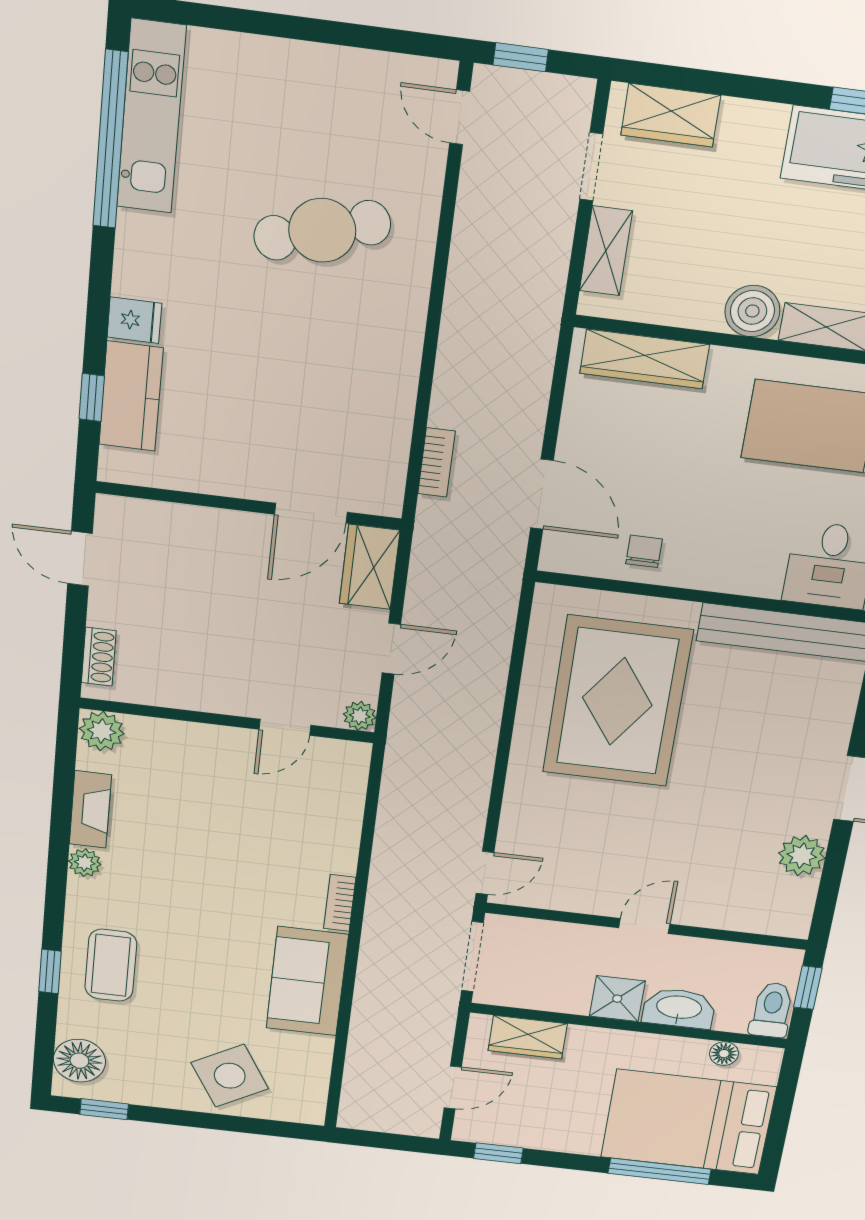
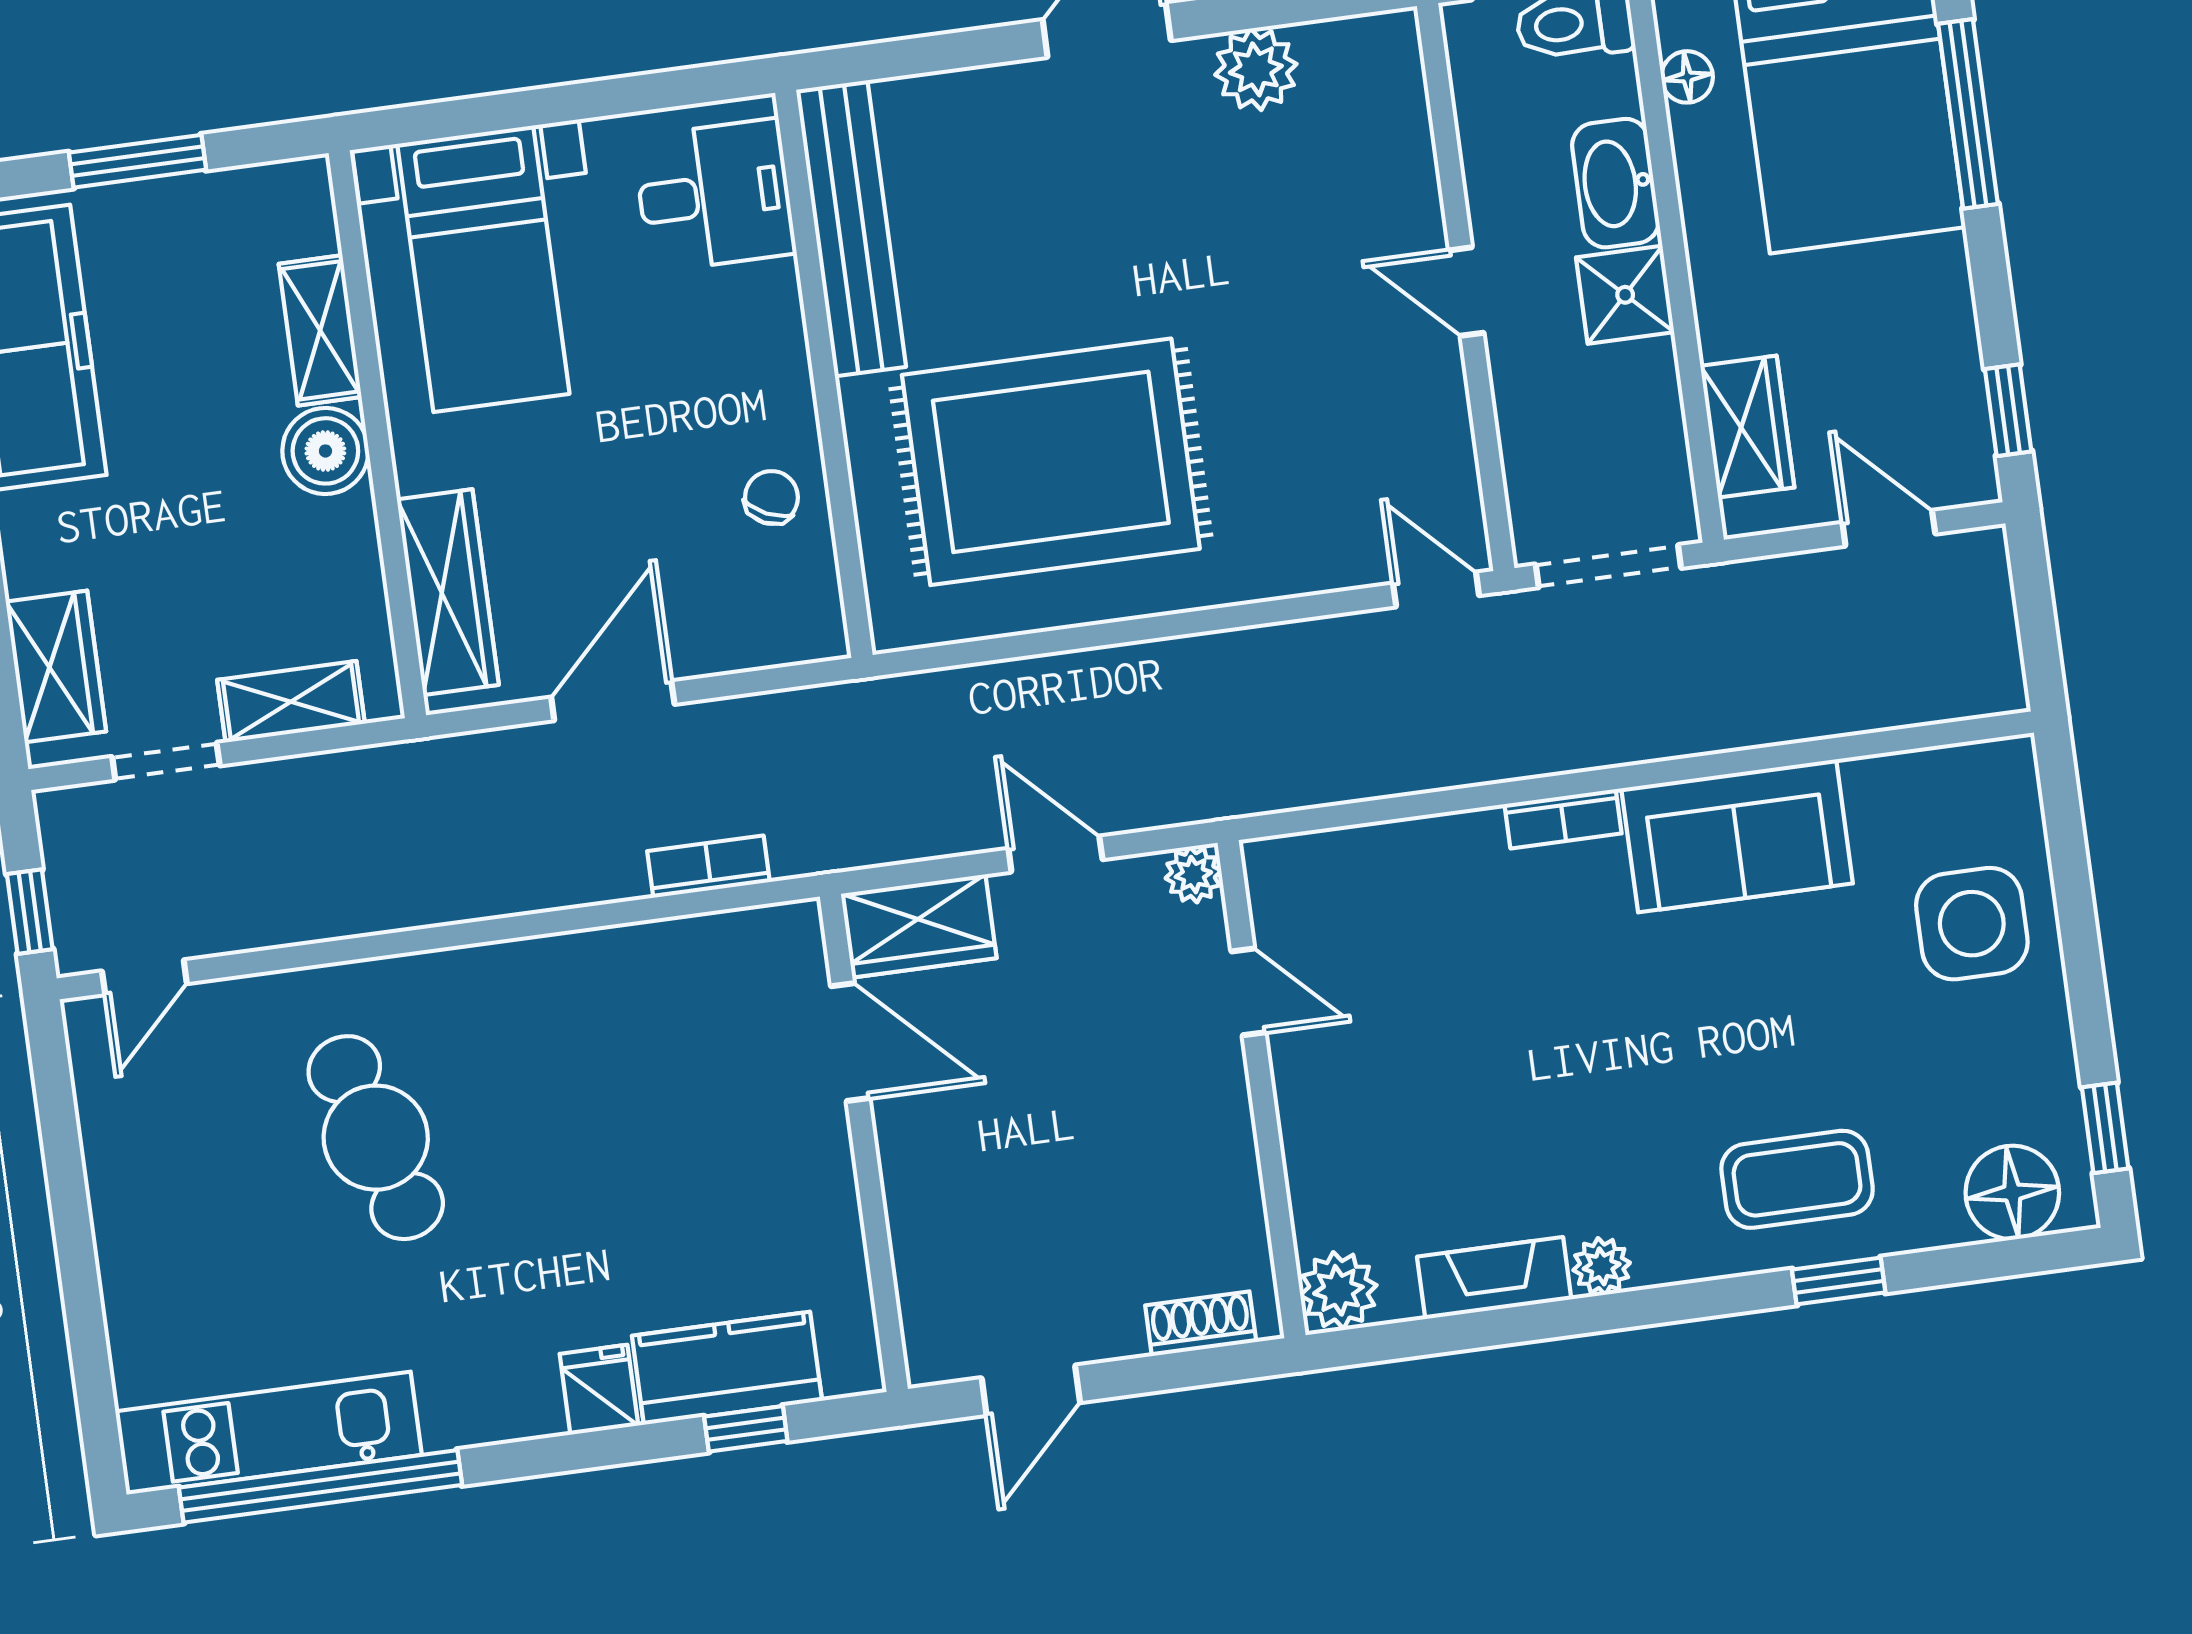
door: (542, 494) -> (613, 701), moved
chair: (644, 551) -> (771, 497), turned 115
side table: (230, 1076) -> (1972, 924), turned 30

